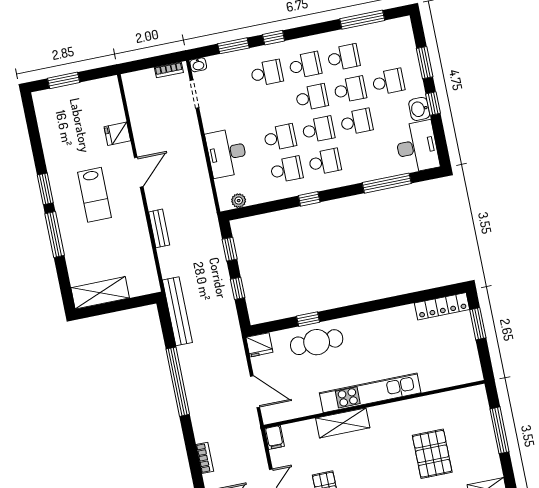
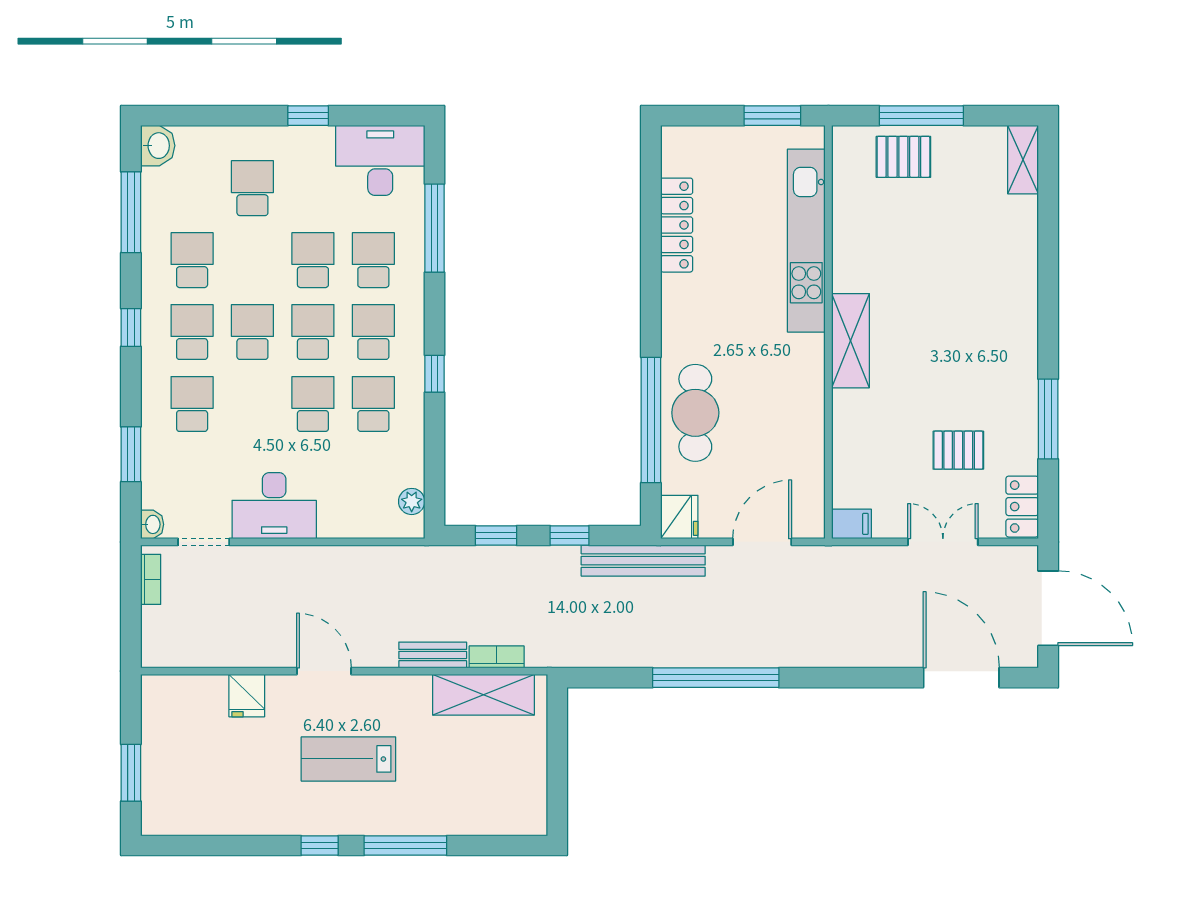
window: (274, 38) -> (131, 328), moved
window: (425, 63) -> (231, 116), removed
school desk: (350, 90) -> (373, 260), moved
washbasin: (419, 109) -> (158, 146), moved, turned -90
desk: (227, 153) -> (274, 506), moved
window: (45, 189) -> (320, 846), width x0.67
lab bench: (95, 195) -> (348, 759), turned 180
shelving: (100, 293) -> (483, 695), moved, turned 90
locker: (442, 306) -> (677, 225), moved
bench: (177, 311) -> (643, 561), moved
window: (308, 319) -> (651, 420), width x3.17
window: (478, 324) -> (772, 116), moved
kitchen unit: (370, 393) -> (806, 241), moved
shelving: (343, 423) -> (851, 341), moved
pallet: (432, 454) -> (903, 157), moved, width x0.67, depth x0.71
bookcase: (205, 458) -> (497, 657), moved

